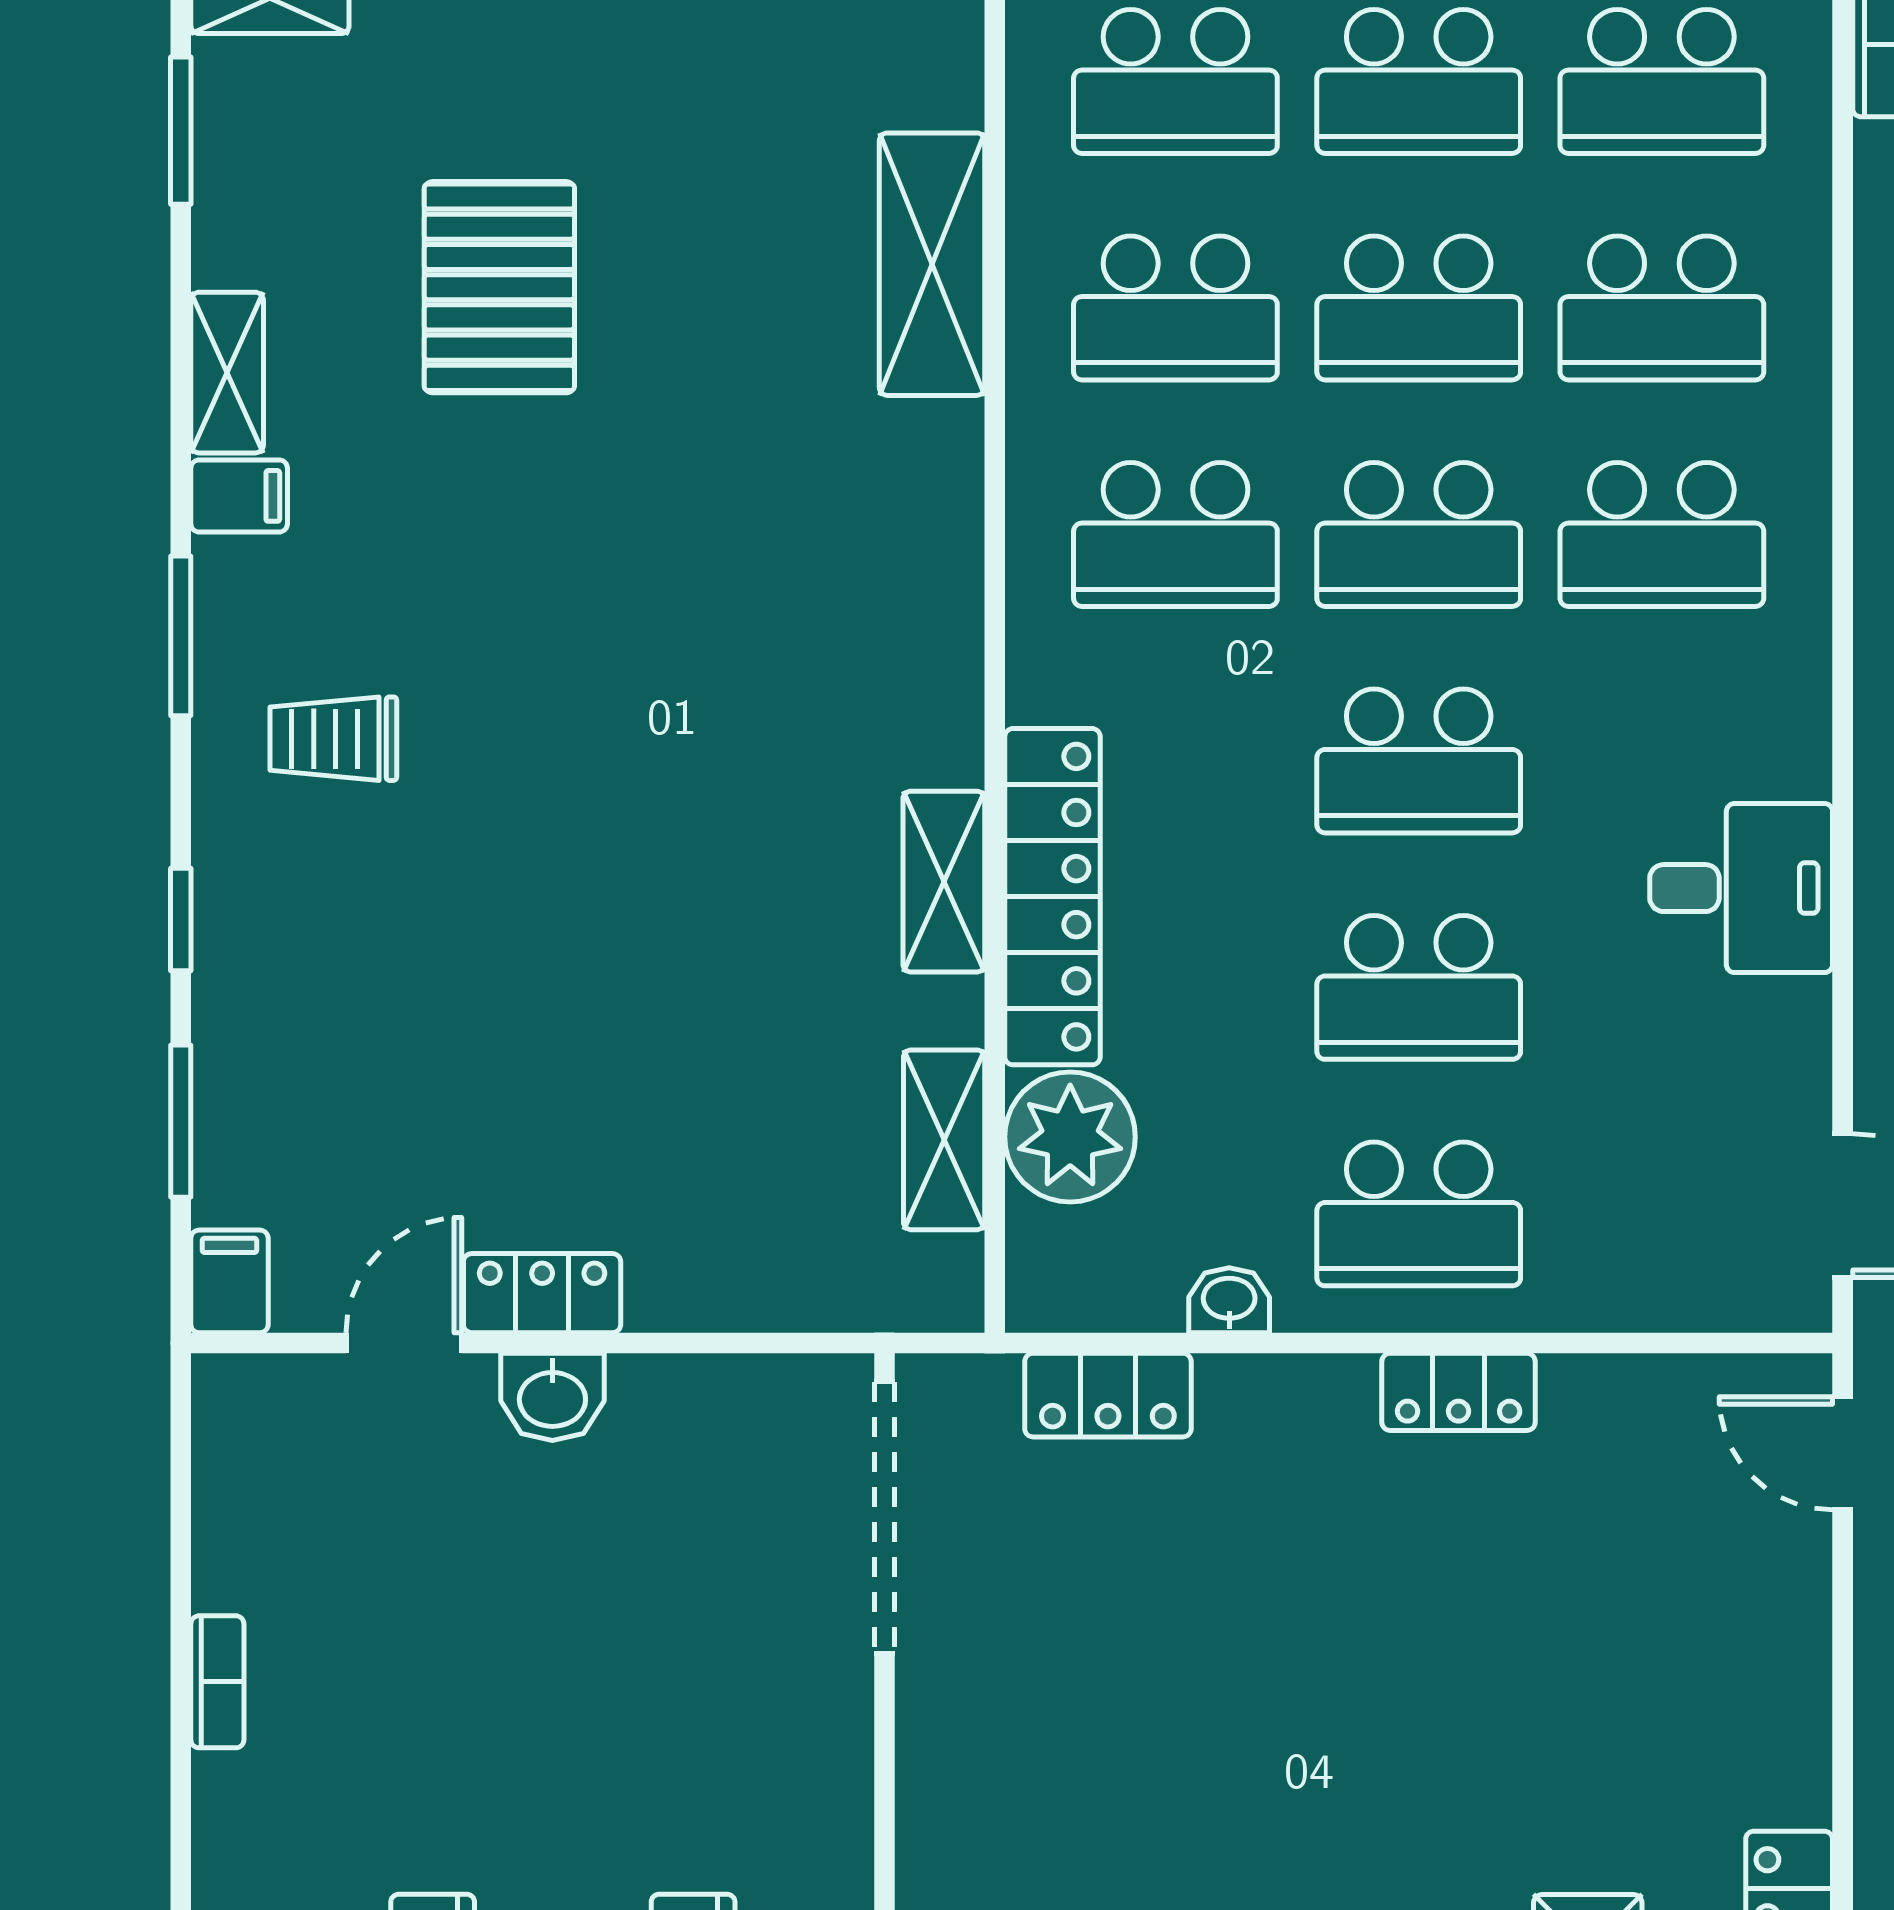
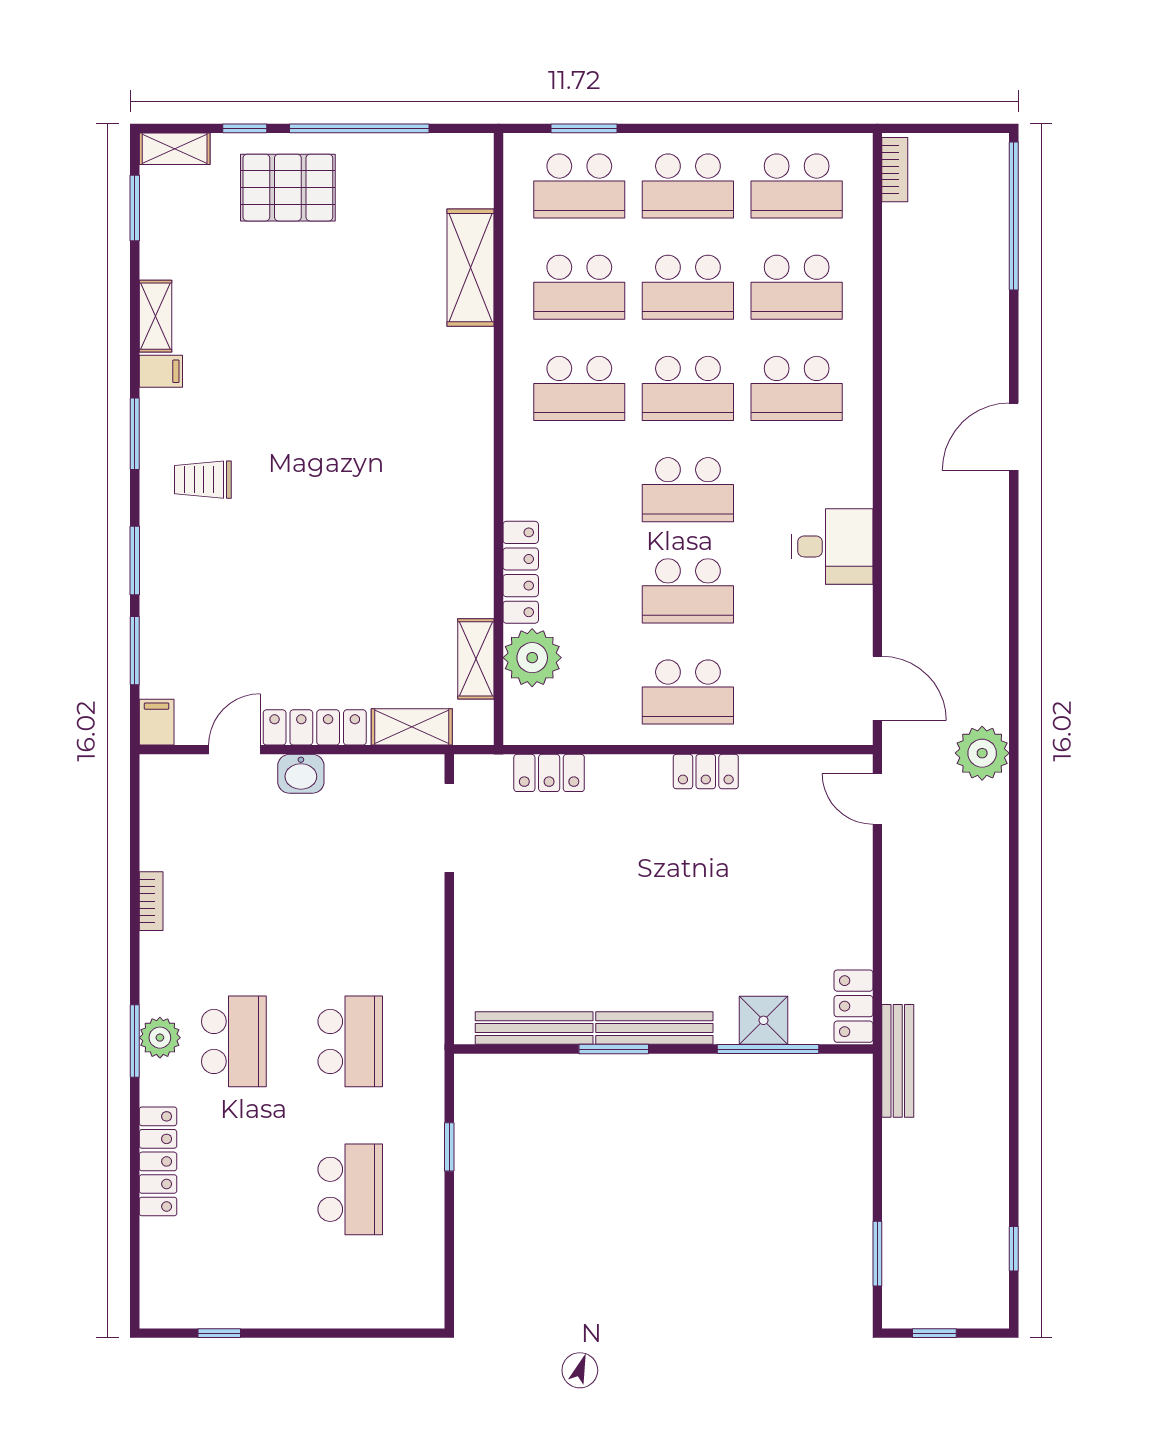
pallet: (499, 287) -> (288, 188), moved, turned 90
shelving: (944, 882) -> (412, 727), moved, turned 90
locker: (1053, 897) -> (521, 572), width x0.71, depth x0.83
window: (181, 919) -> (135, 560), width x1.50
locker: (542, 1293) -> (315, 727), width x1.53
washbasin: (1229, 1300) -> (603, 731), removed
doorway: (884, 1518) -> (449, 828), width x0.73

